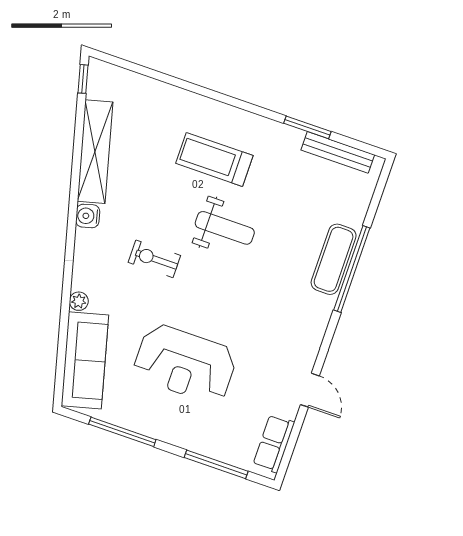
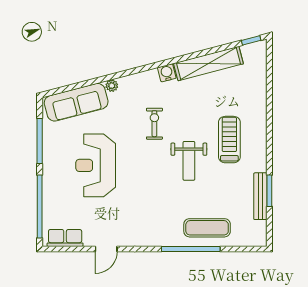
bench: (338, 152) -> (260, 196), moved
exercise mat: (334, 259) -> (207, 228), moved
window: (216, 464) -> (40, 207), width x1.46

